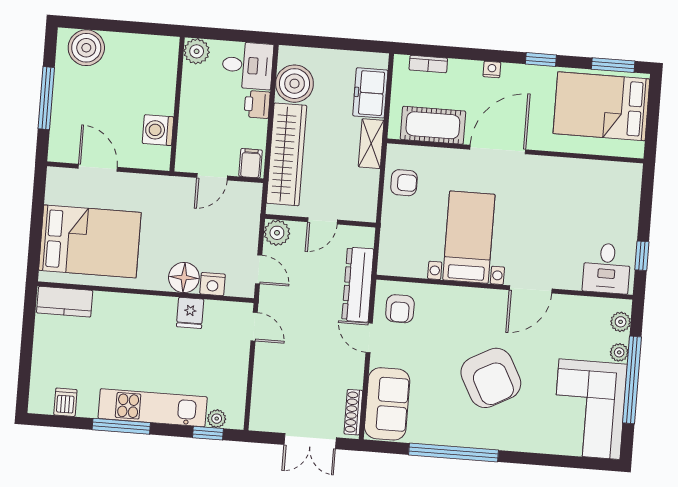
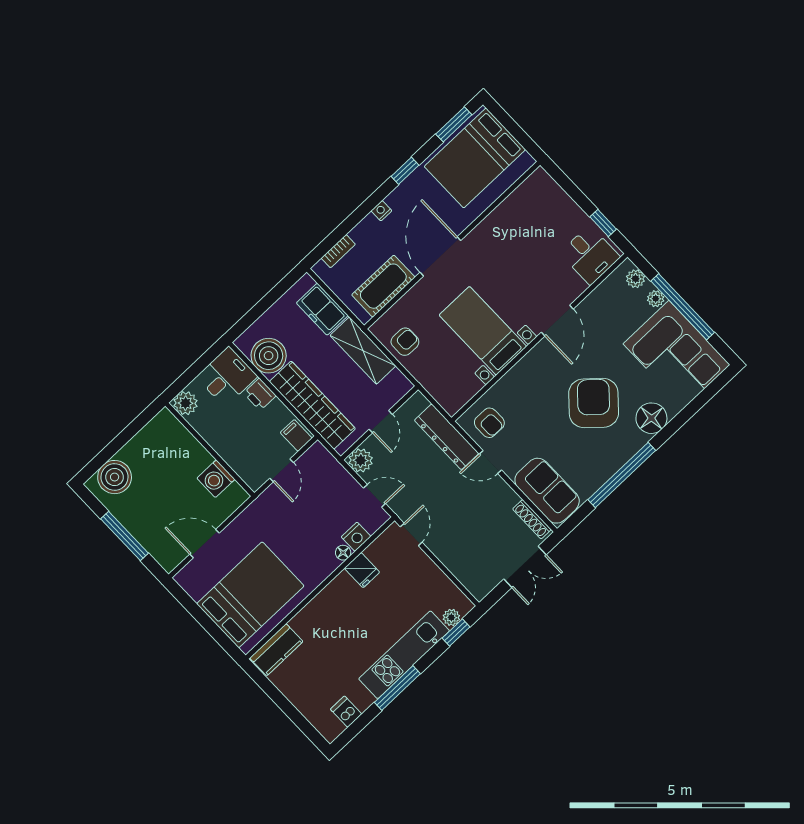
shelving: (371, 144) -> (363, 351), width x1.50, depth x1.33
floor lamp: (184, 278) -> (343, 553), width x0.53, depth x0.53
door: (254, 327) -> (411, 534), hinge flipped
armchair: (491, 378) -> (594, 403), turned -110
floor lamp: (520, 435) -> (651, 418), added

